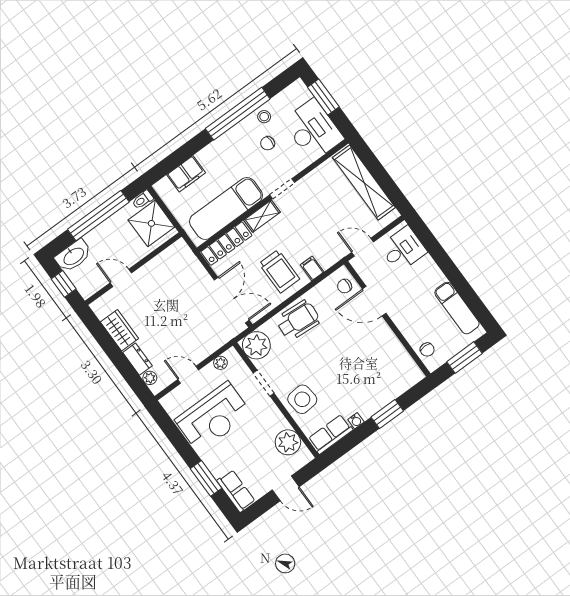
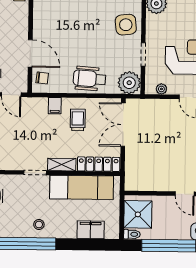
stool: (264, 117) -> (39, 225), moved
chair: (268, 143) -> (22, 210), removed
trolley: (279, 271) -> (78, 120), width x0.73, depth x0.72

